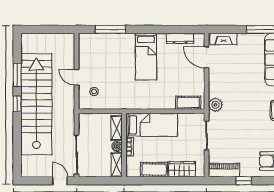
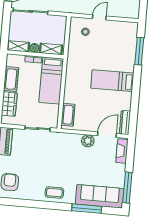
dresser: (180, 38) -> (125, 123), moved
plant: (215, 105) -> (88, 141), moved

